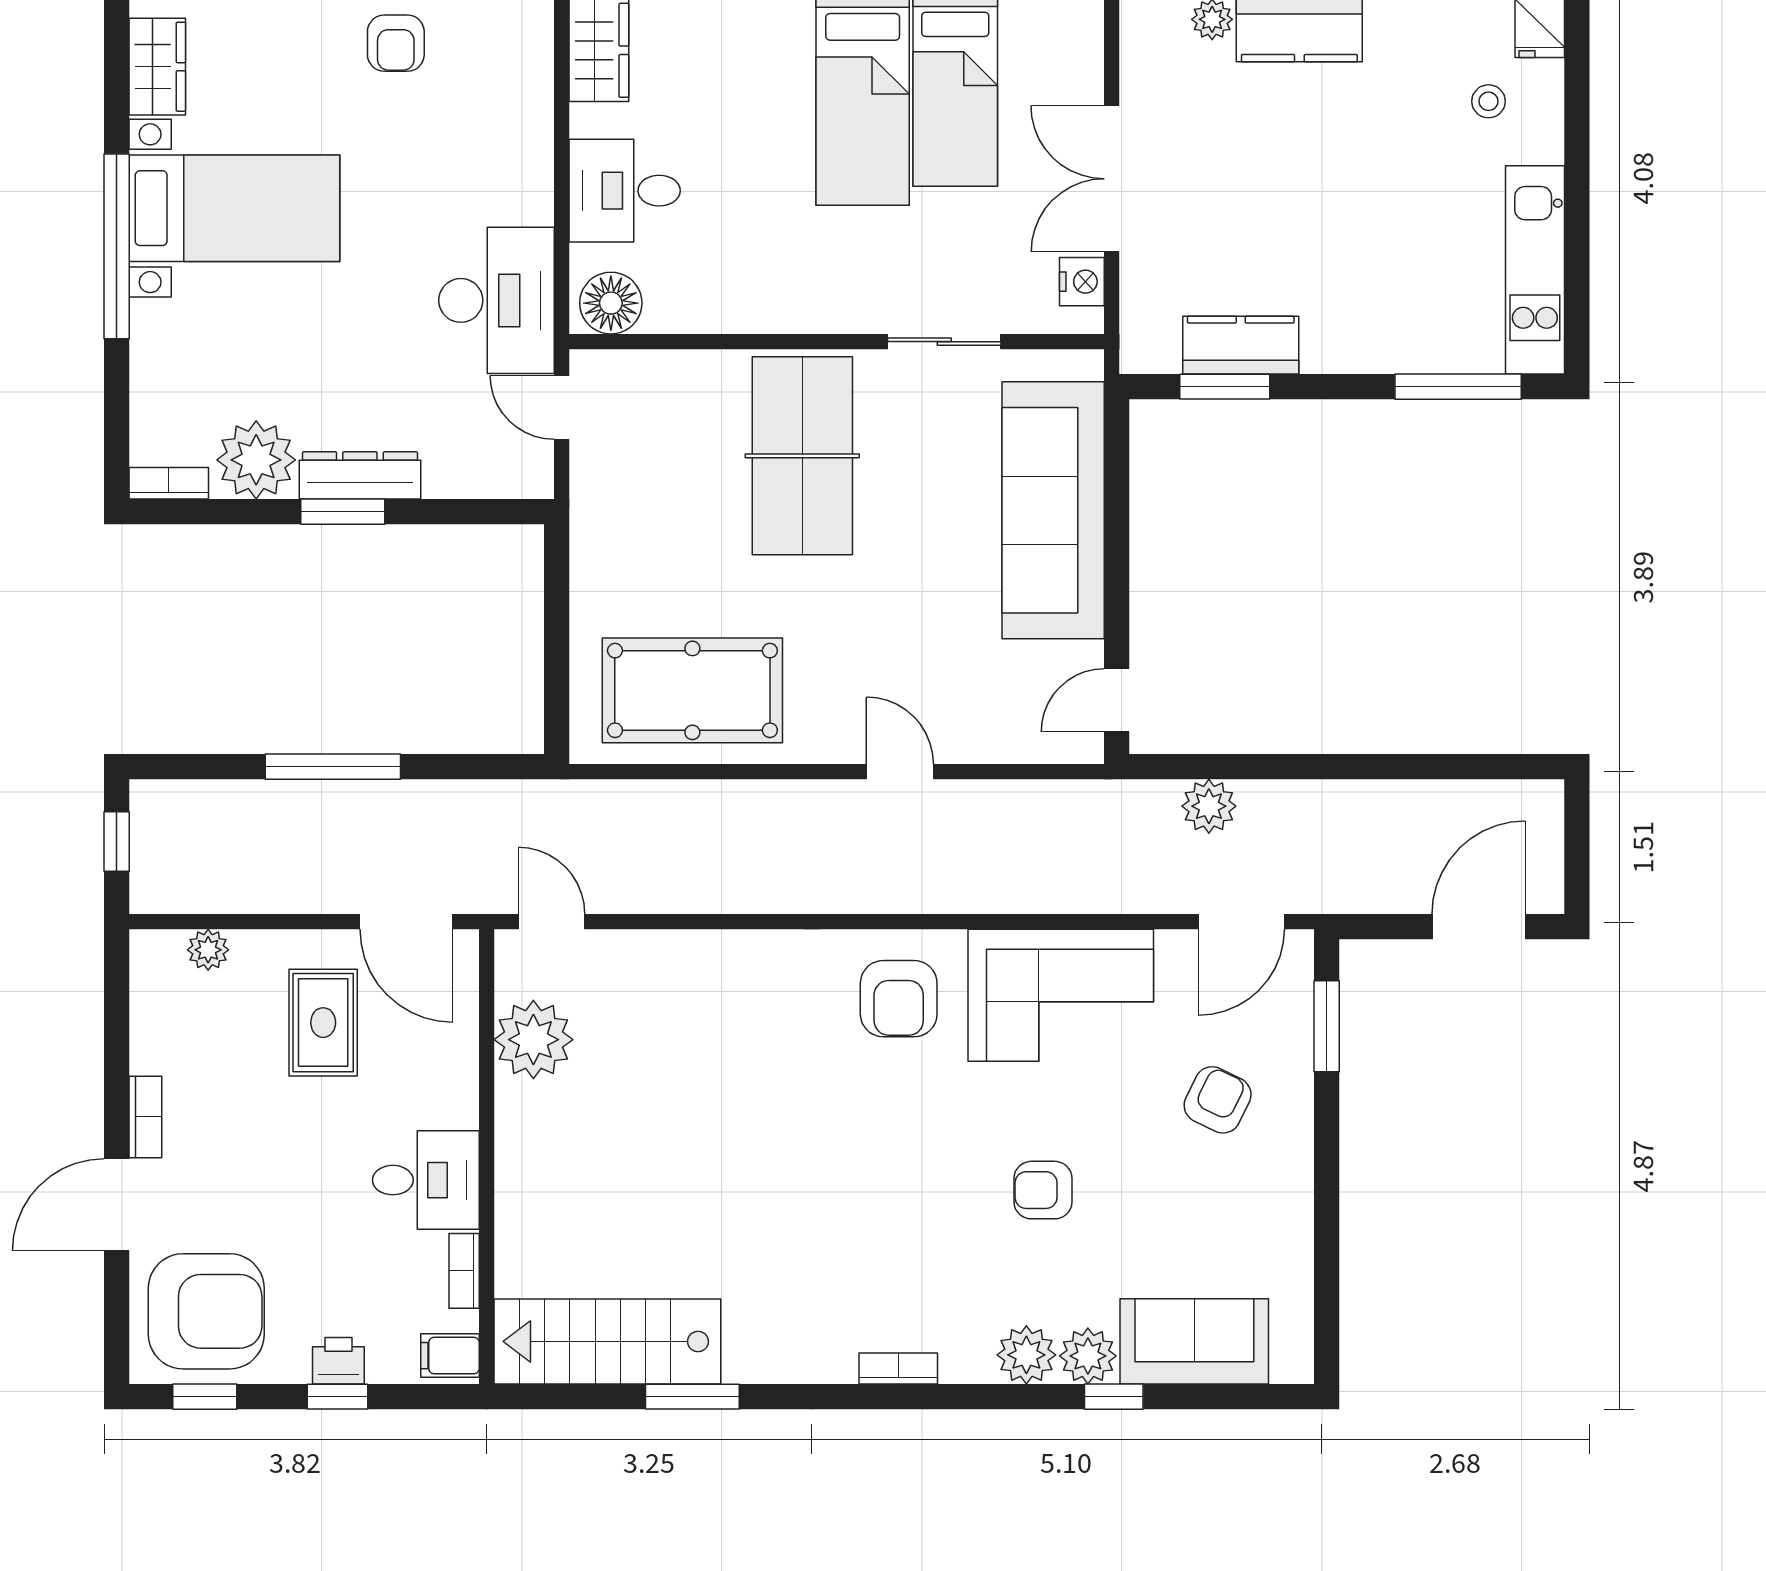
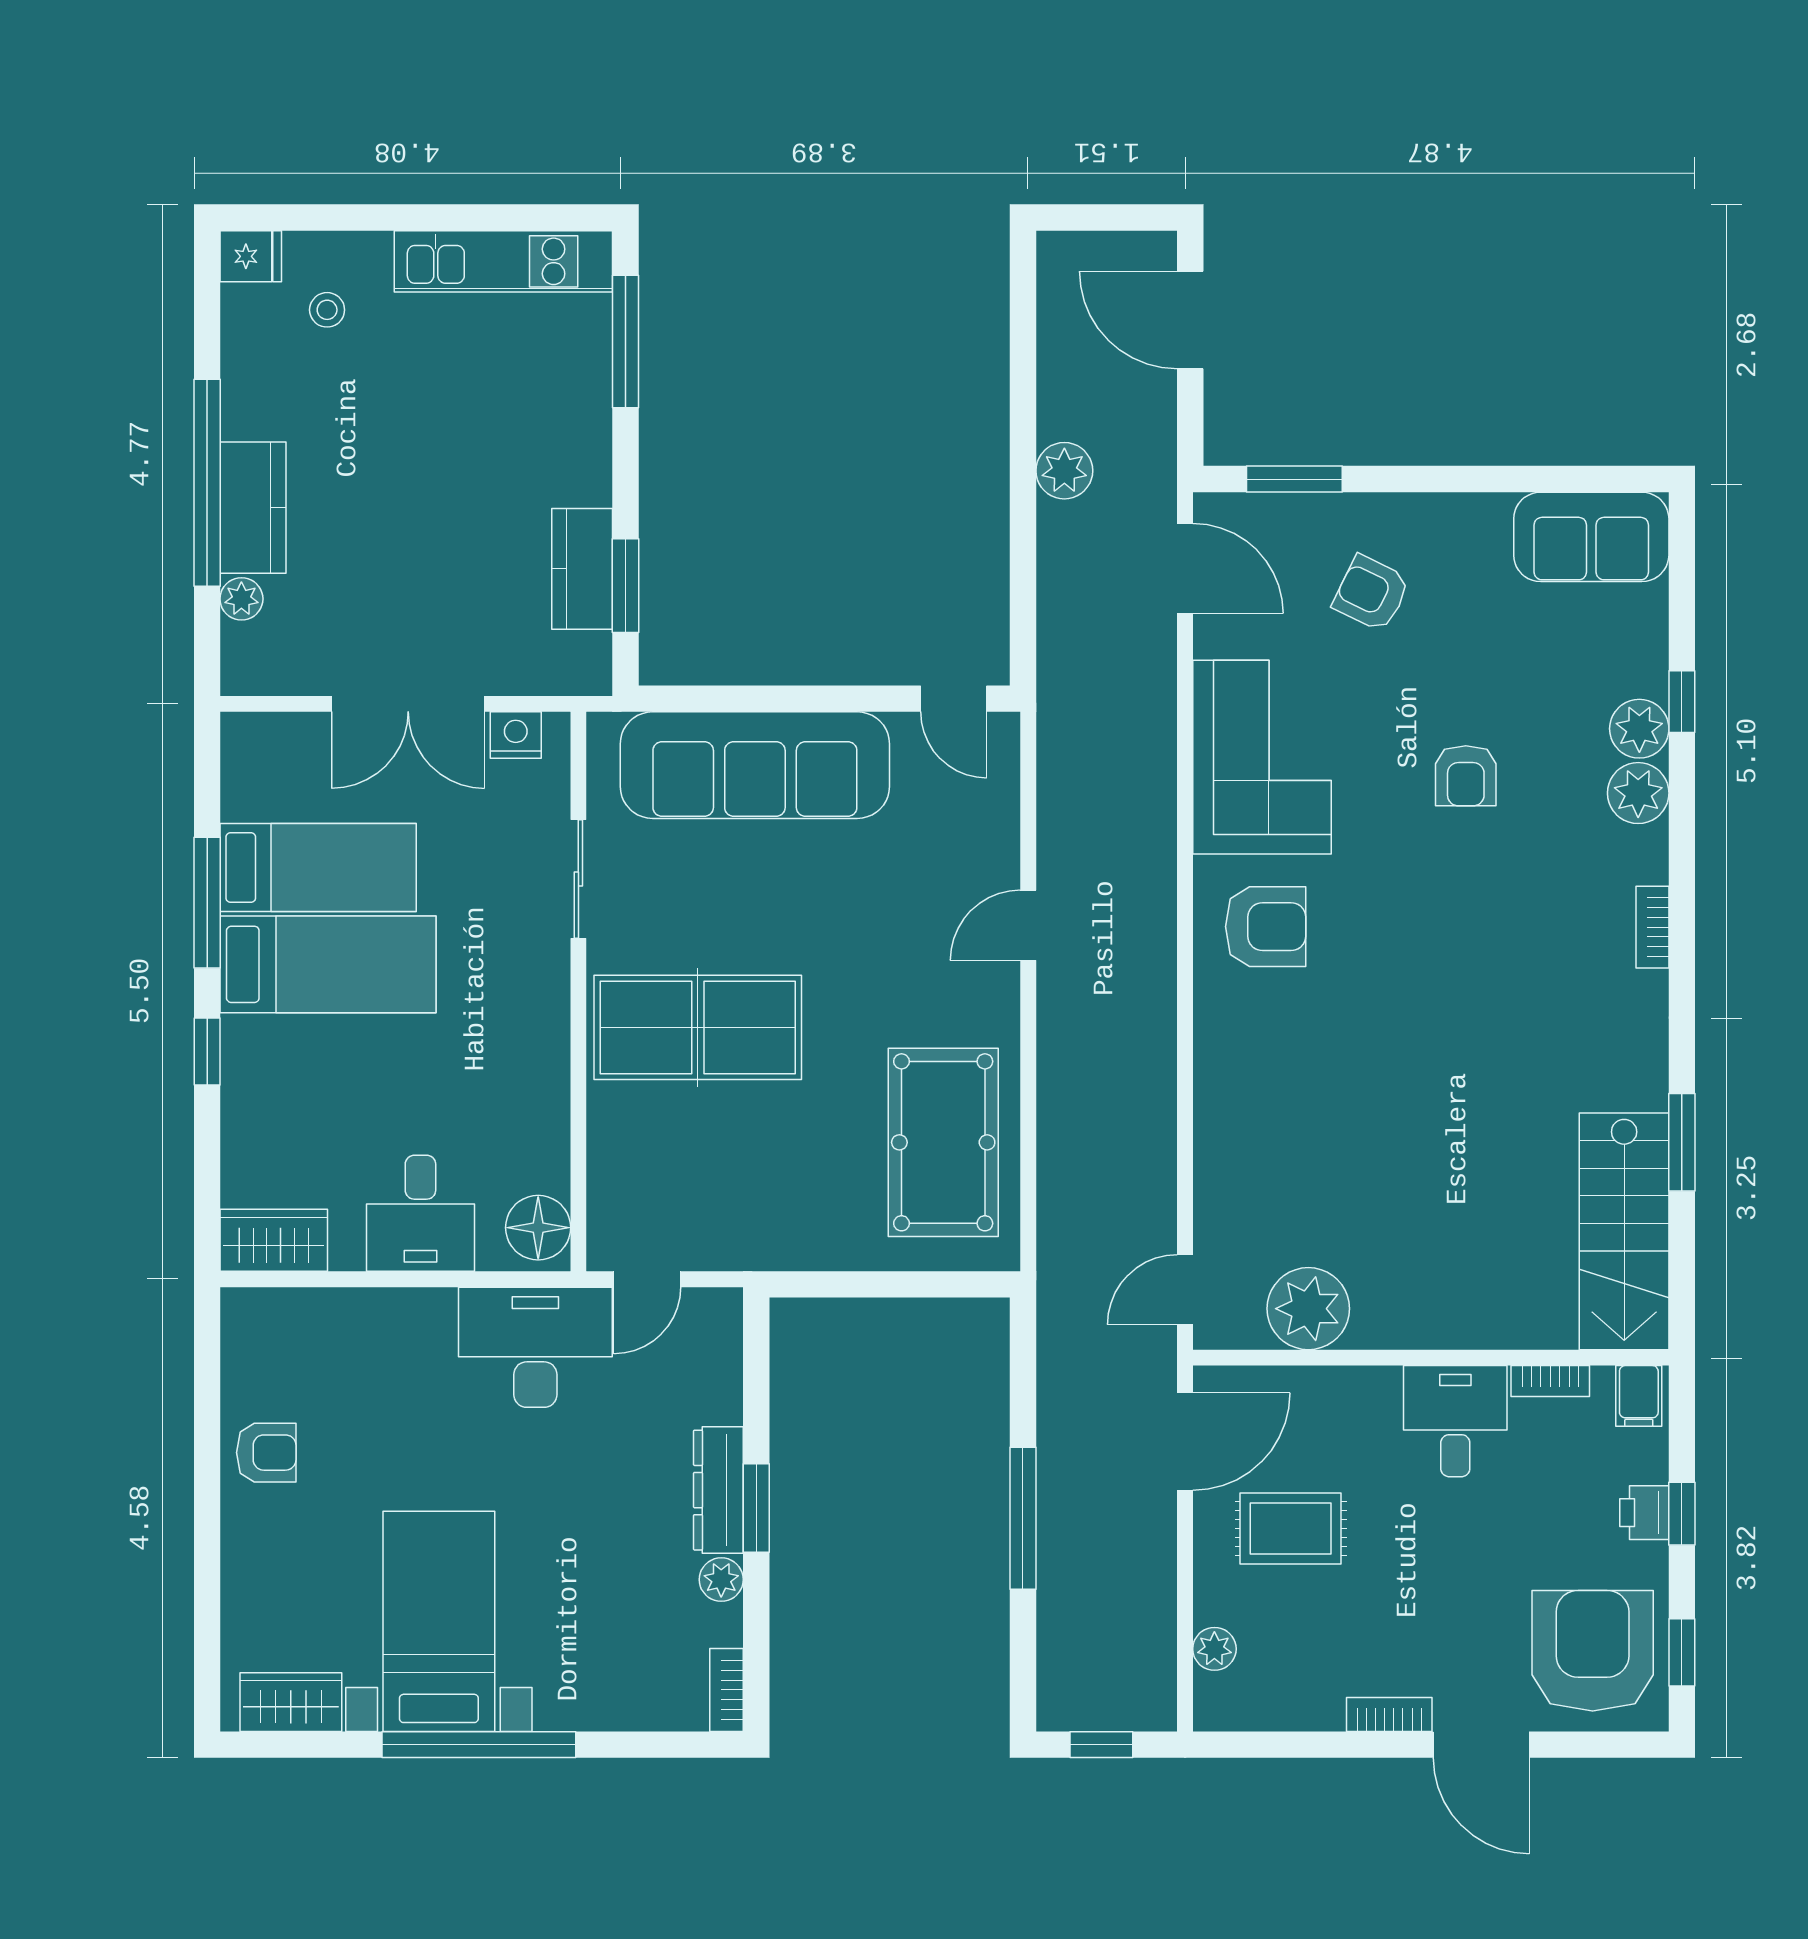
plant: (256, 460) -> (721, 1580), width x0.53, depth x0.53
plant: (1209, 806) -> (1064, 471), moved
sofa: (1194, 1341) -> (1591, 537), moved, turned -90

